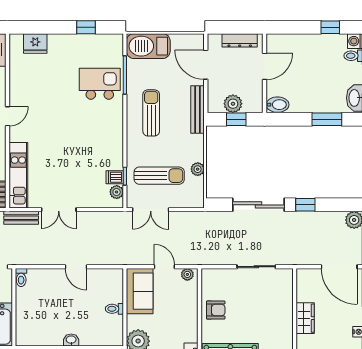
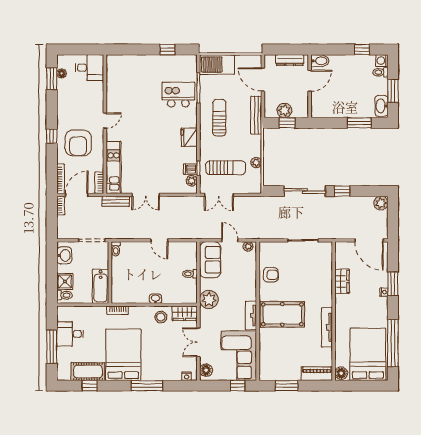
fridge: (35, 43) -> (189, 137), moved, turned 90
bidet: (277, 105) -> (320, 61), moved

